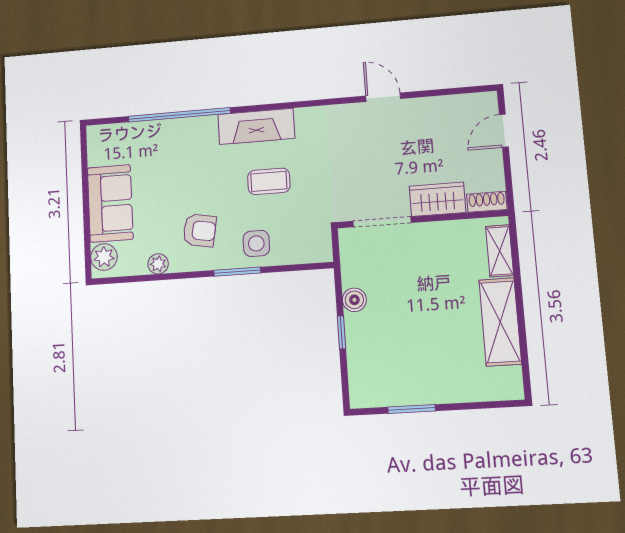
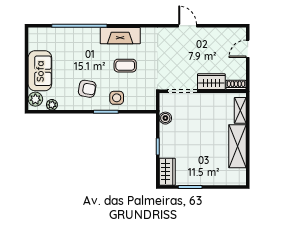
plant: (158, 264) -> (52, 105), moved
boiler: (354, 300) -> (165, 118), moved
wardrobe: (364, 381) -> (167, 172), added

